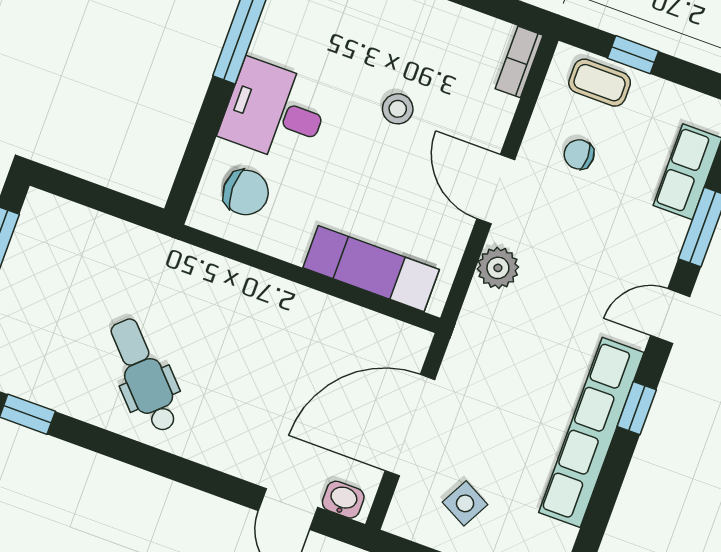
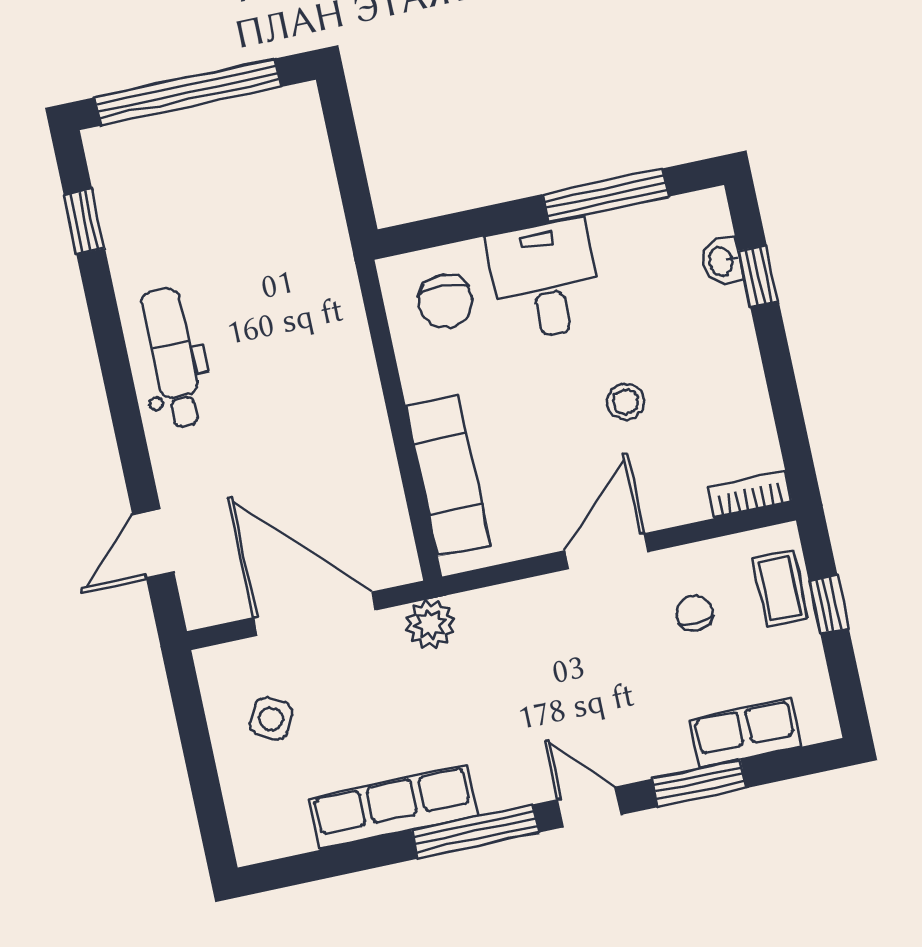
plant: (498, 268) -> (430, 624), moved
dental chair: (144, 375) -> (173, 358), moved, turned -47
window: (637, 408) -> (475, 831), width x2.17
row of seats: (591, 432) -> (393, 807), width x0.73
washbasin: (343, 500) -> (198, 594), removed

